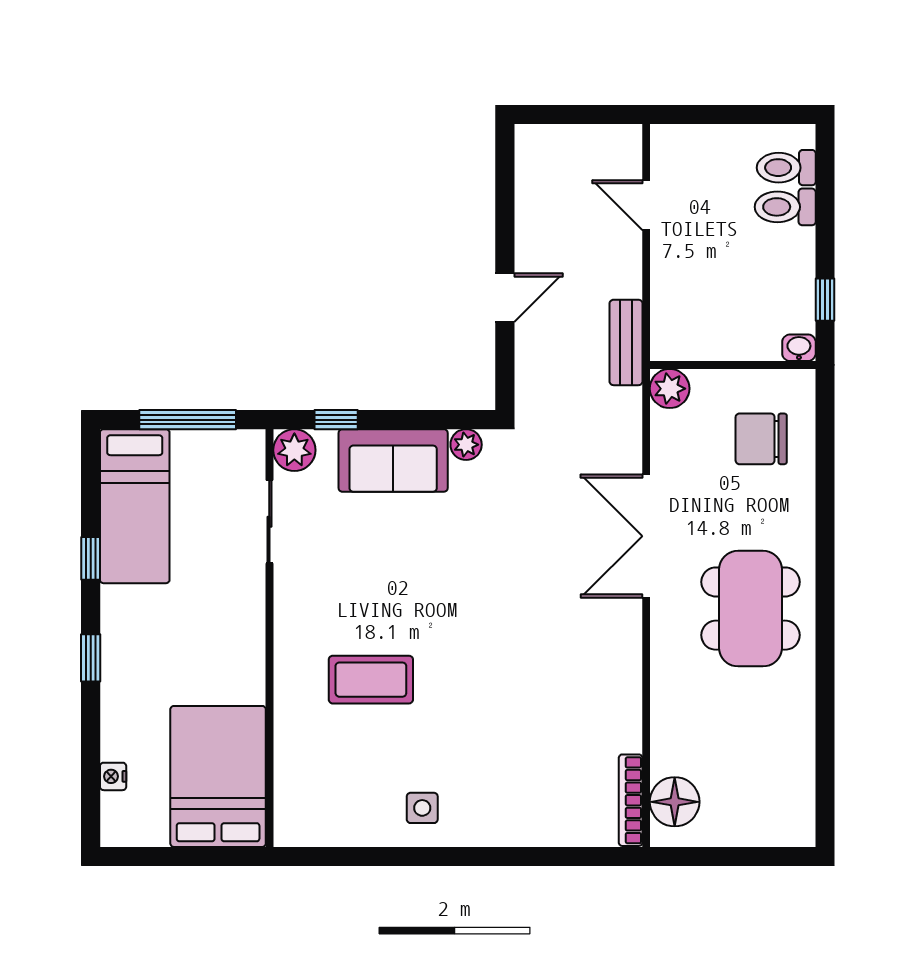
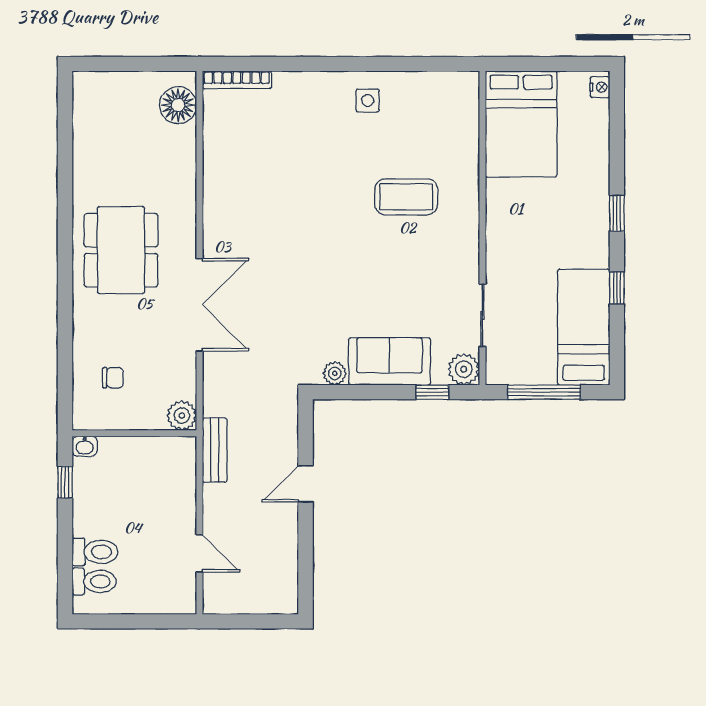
chair: (761, 439) -> (113, 378), width x0.54, depth x0.54
nightstand: (113, 776) -> (600, 87), moved
bookcase: (631, 800) -> (237, 80), moved, turned 90

